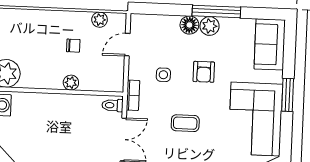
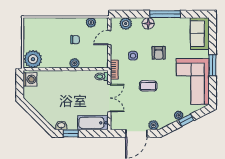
plant: (210, 26) -> (126, 24), moved

